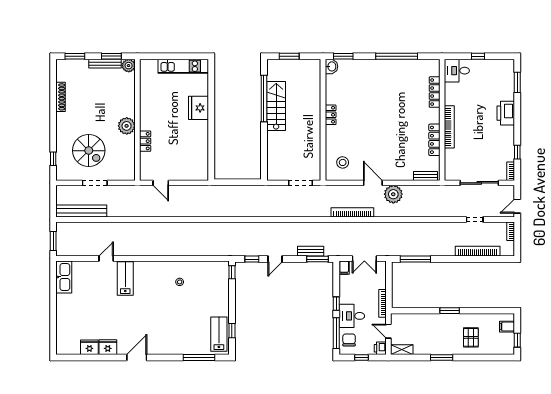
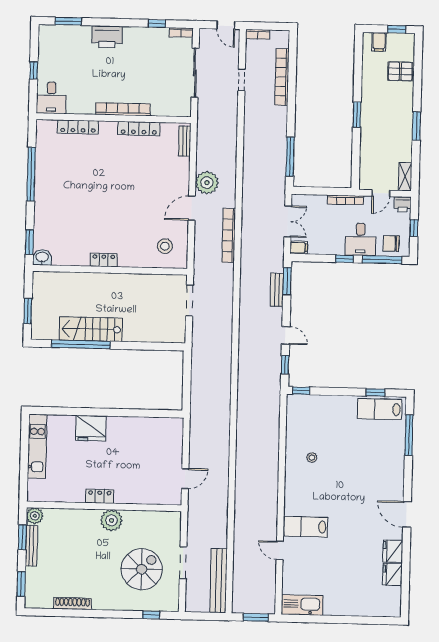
locker: (145, 141) -> (100, 496), moved
pallet: (471, 337) -> (400, 71), moved

